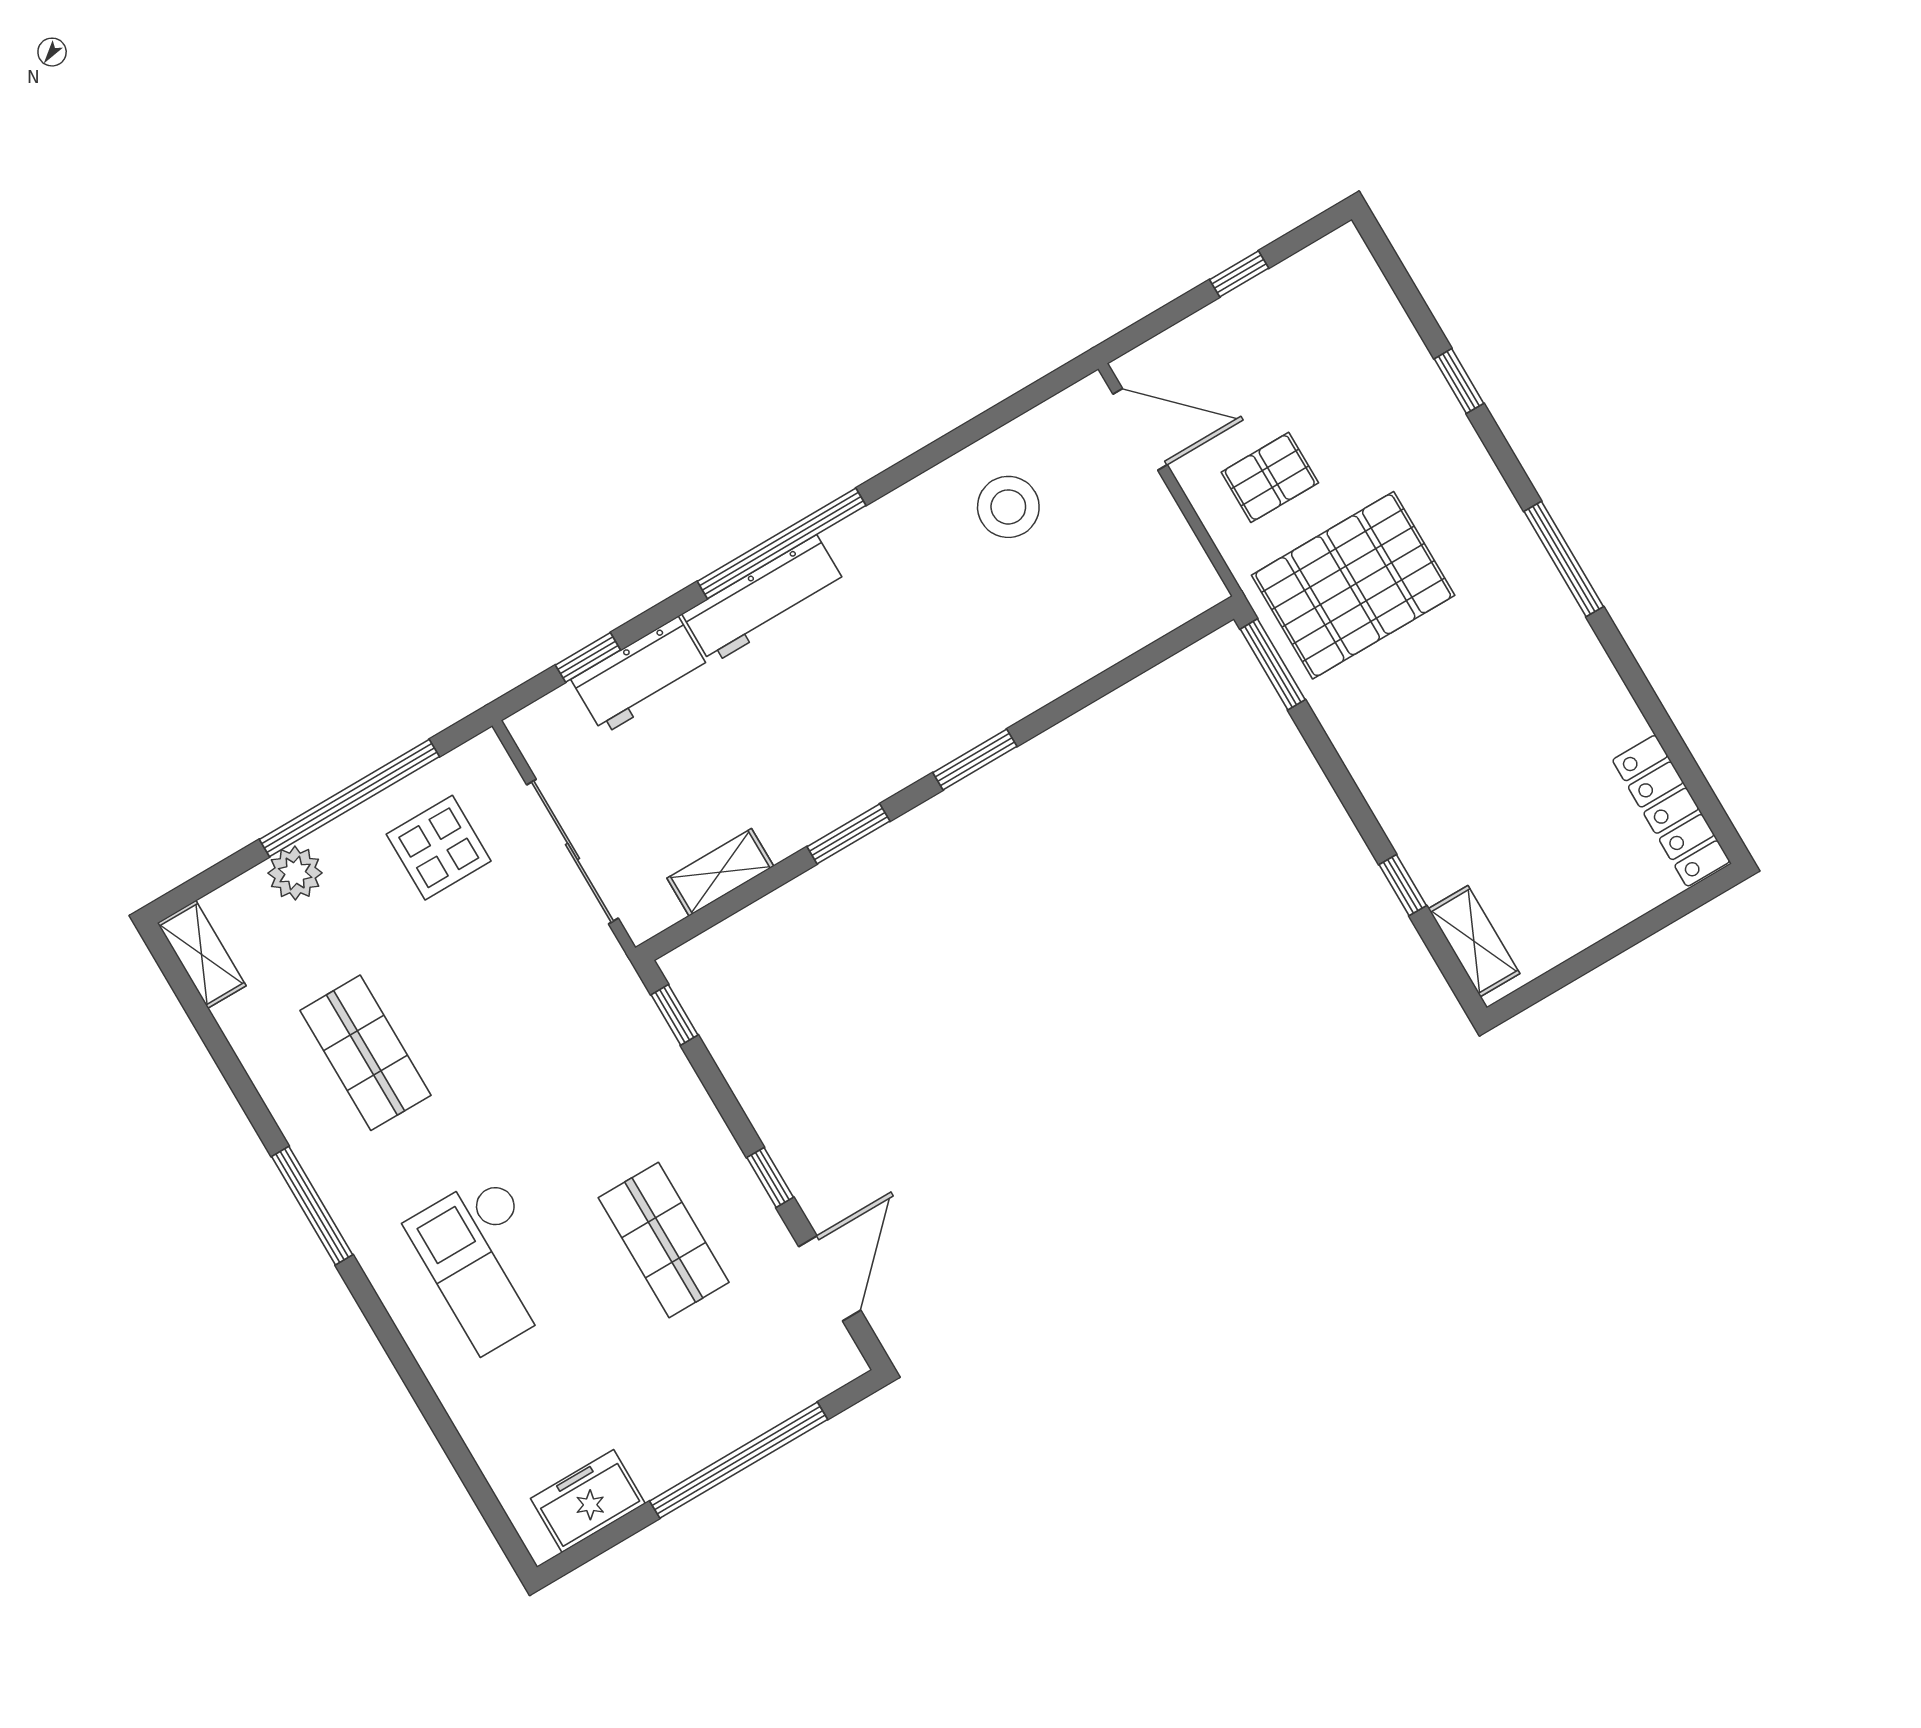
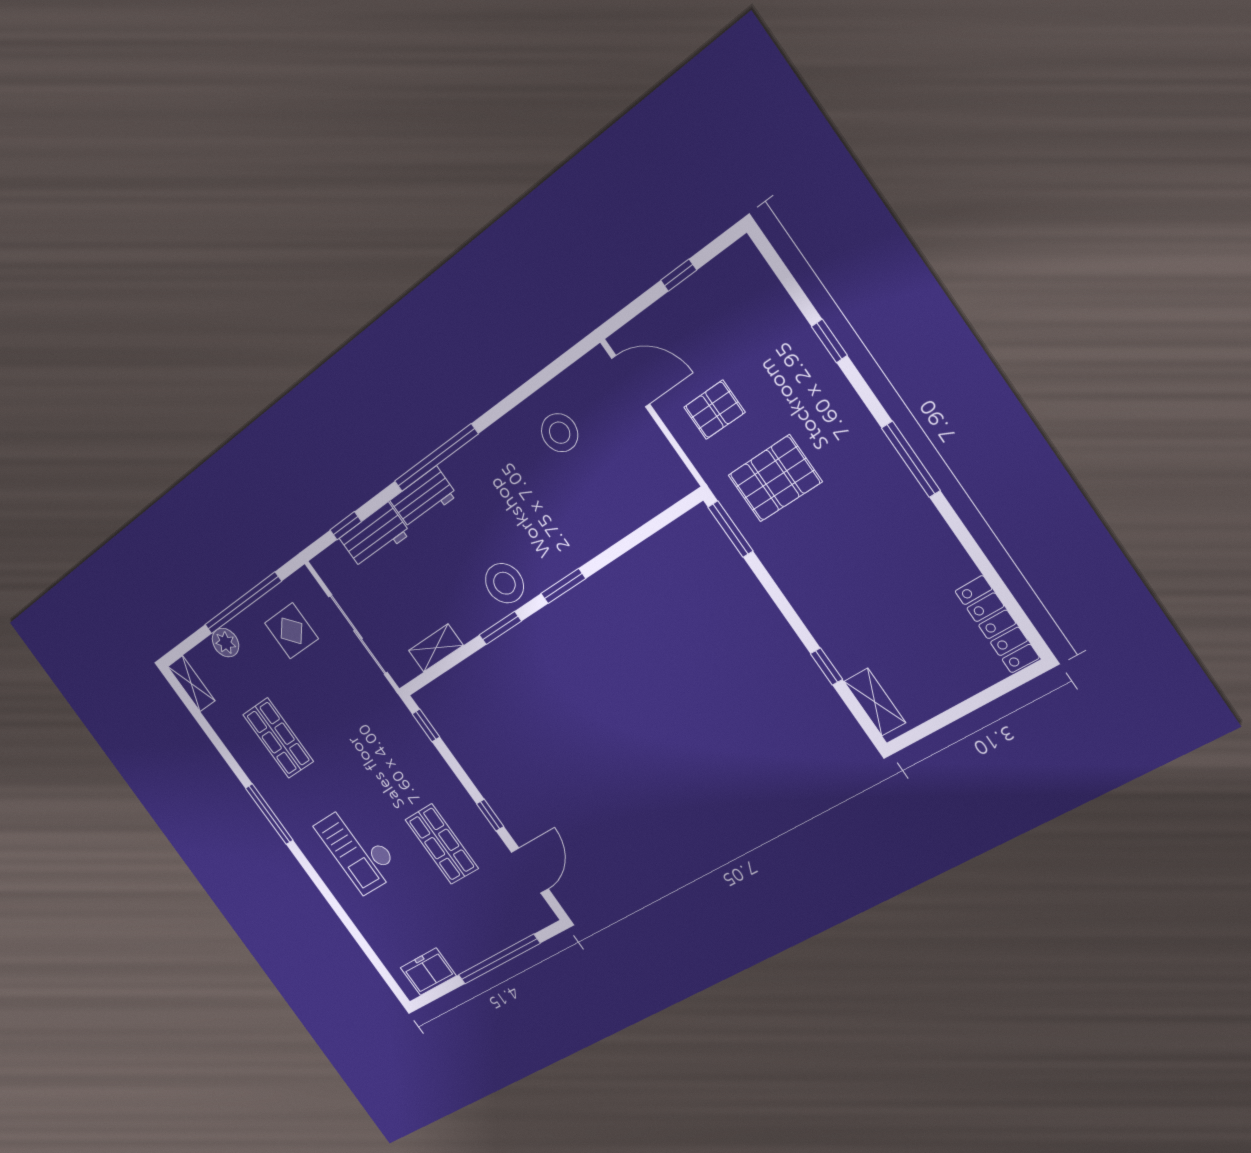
pallet: (1353, 585) -> (775, 478), width x0.73, depth x0.71
workbench: (764, 599) -> (423, 498), width x0.73
stool: (870, 756) -> (504, 583), added

